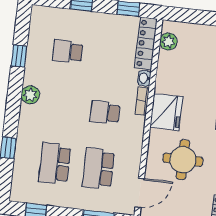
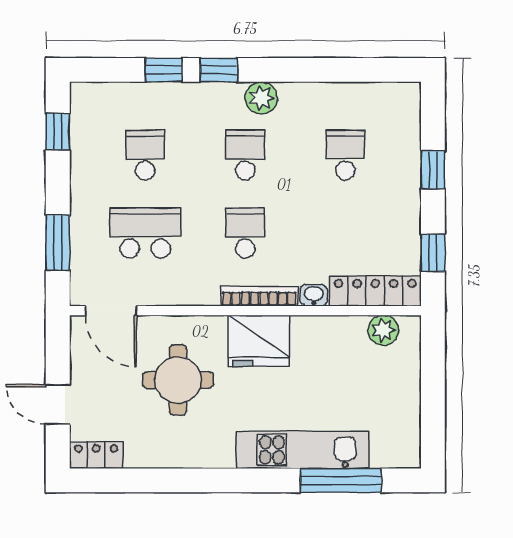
window: (19, 56) -> (219, 70), moved
bookcase: (142, 101) -> (259, 296), width x1.56
school desk: (61, 107) -> (245, 155), added
school desk: (55, 163) -> (145, 155), width x0.54

